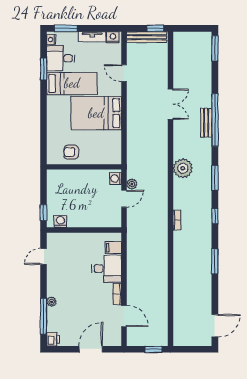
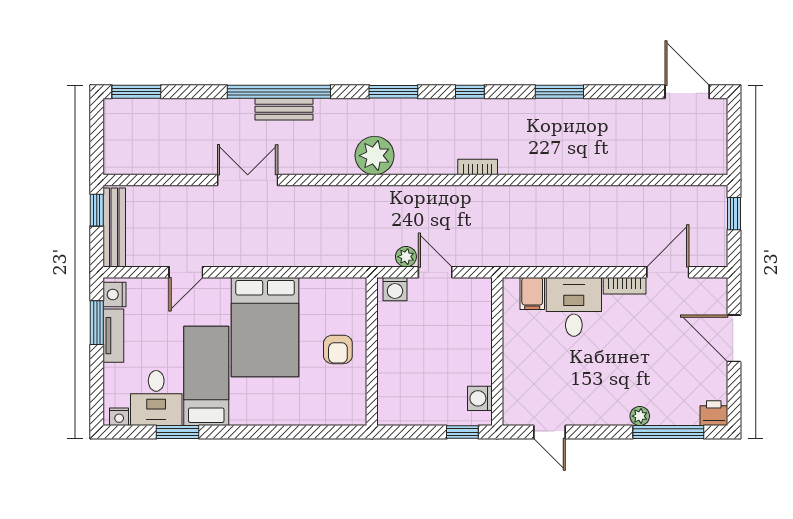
window: (66, 28) -> (97, 323), moved
armchair: (71, 152) -> (338, 349), moved

